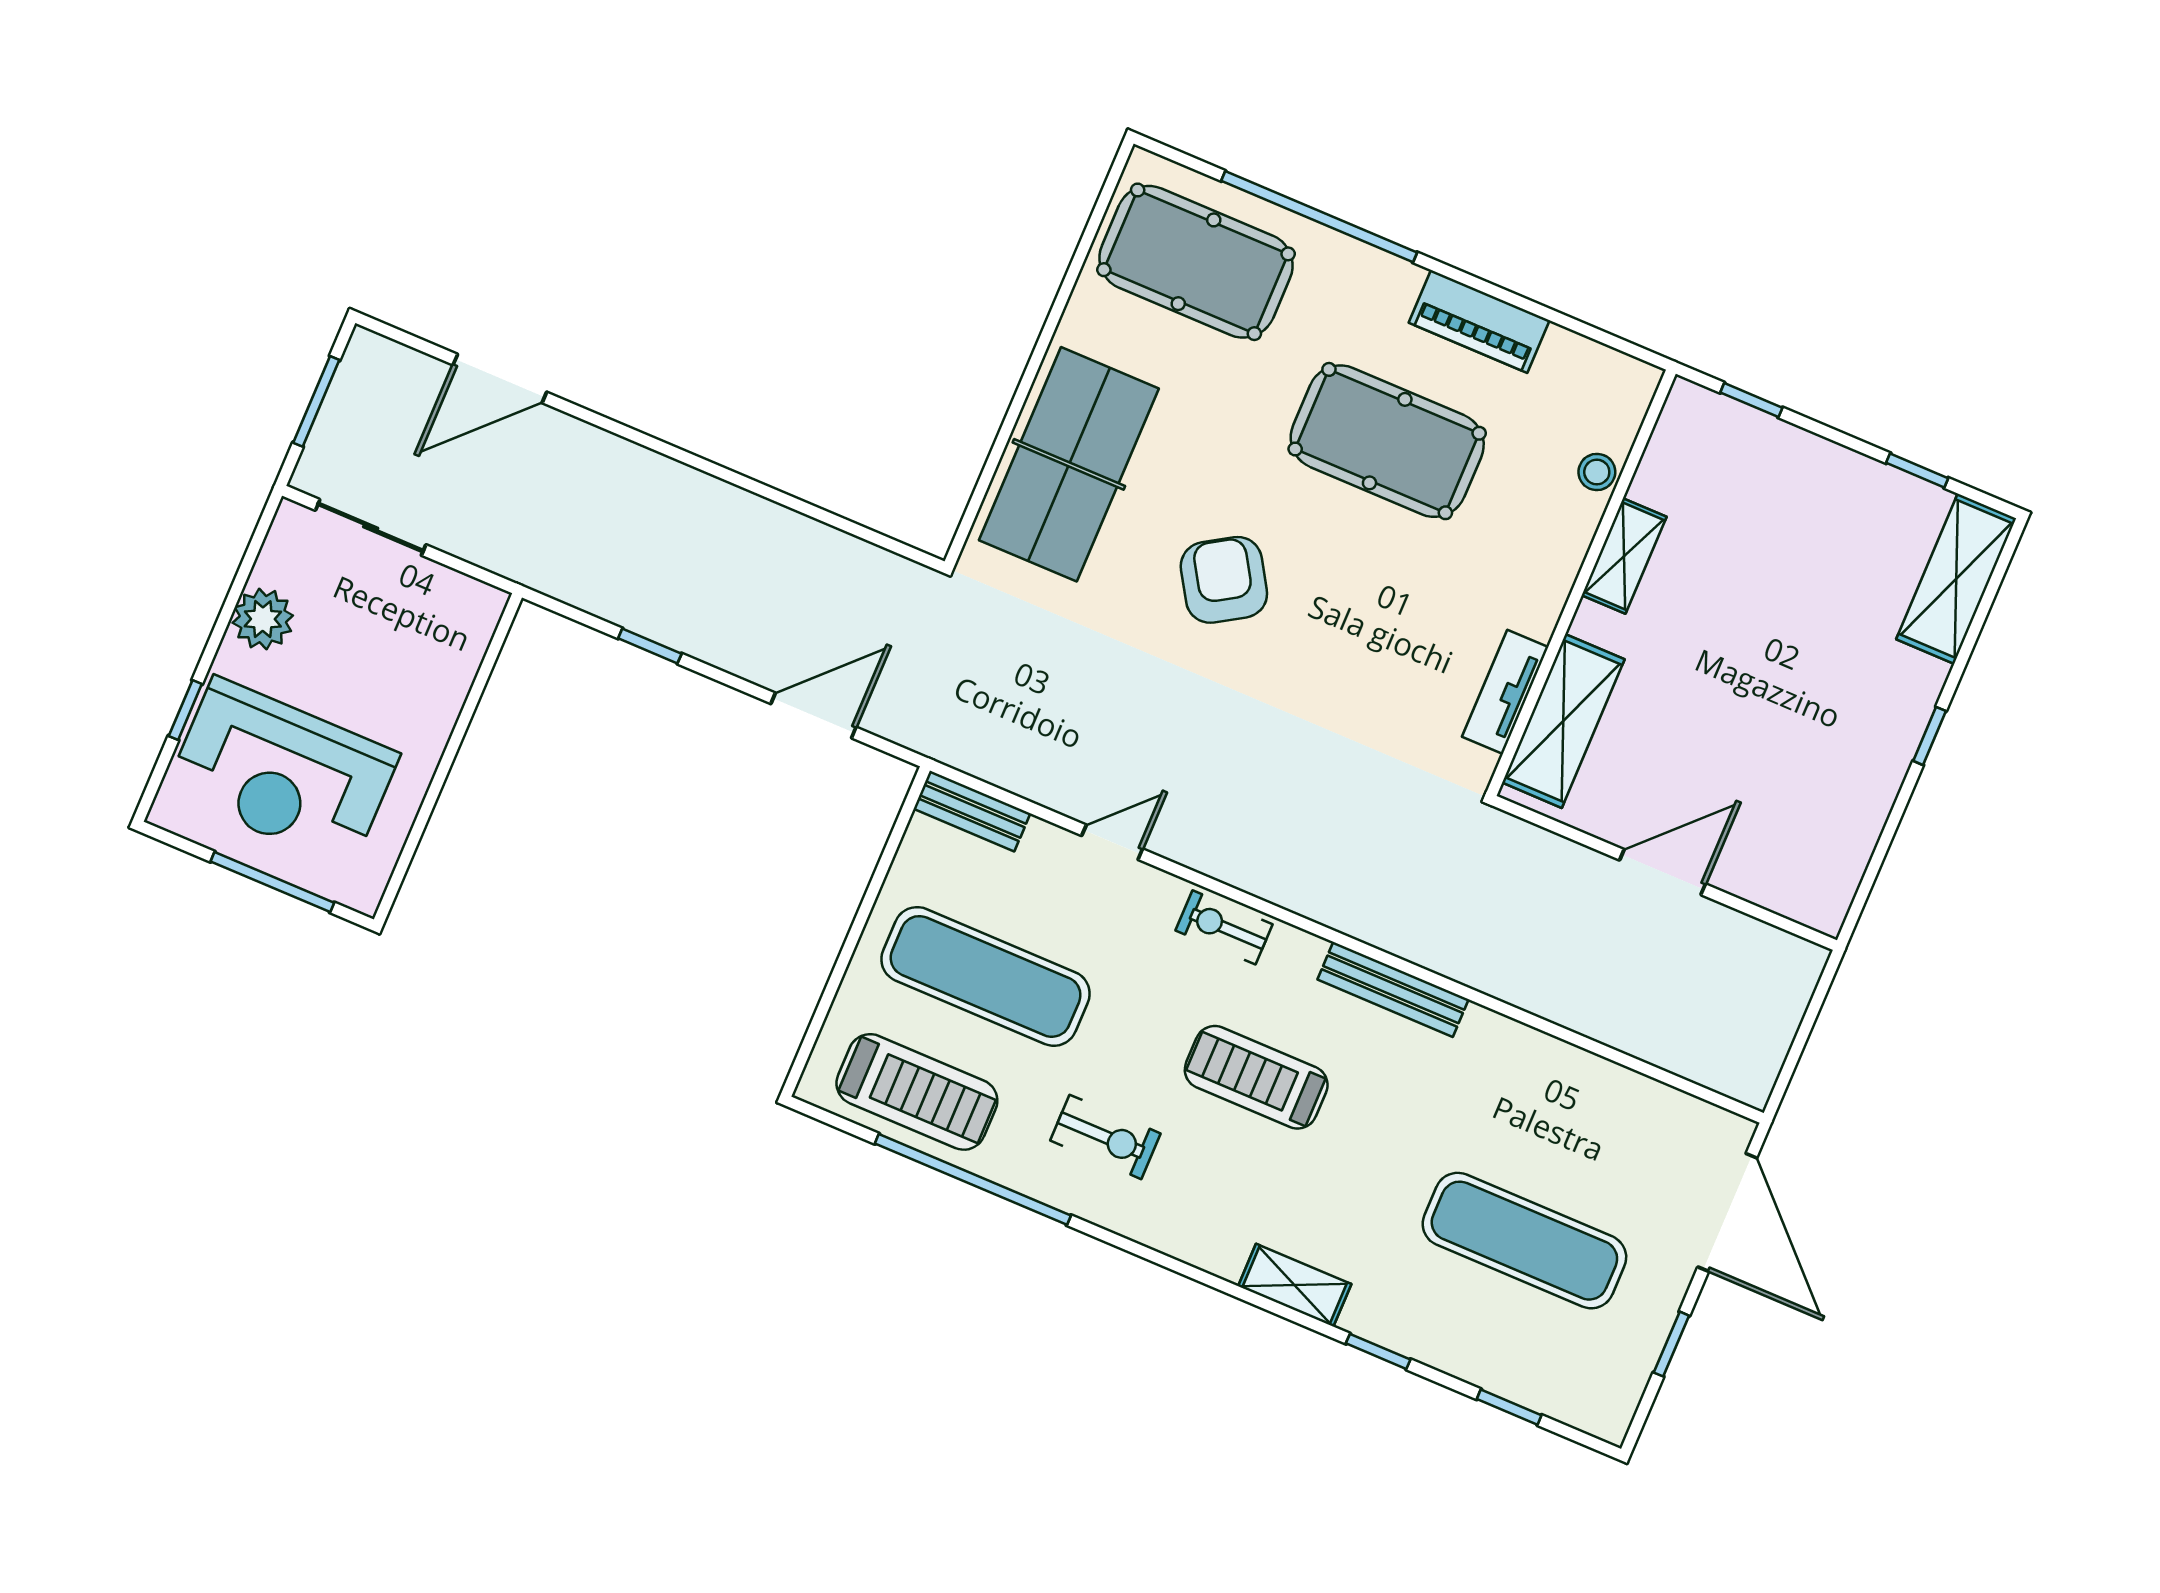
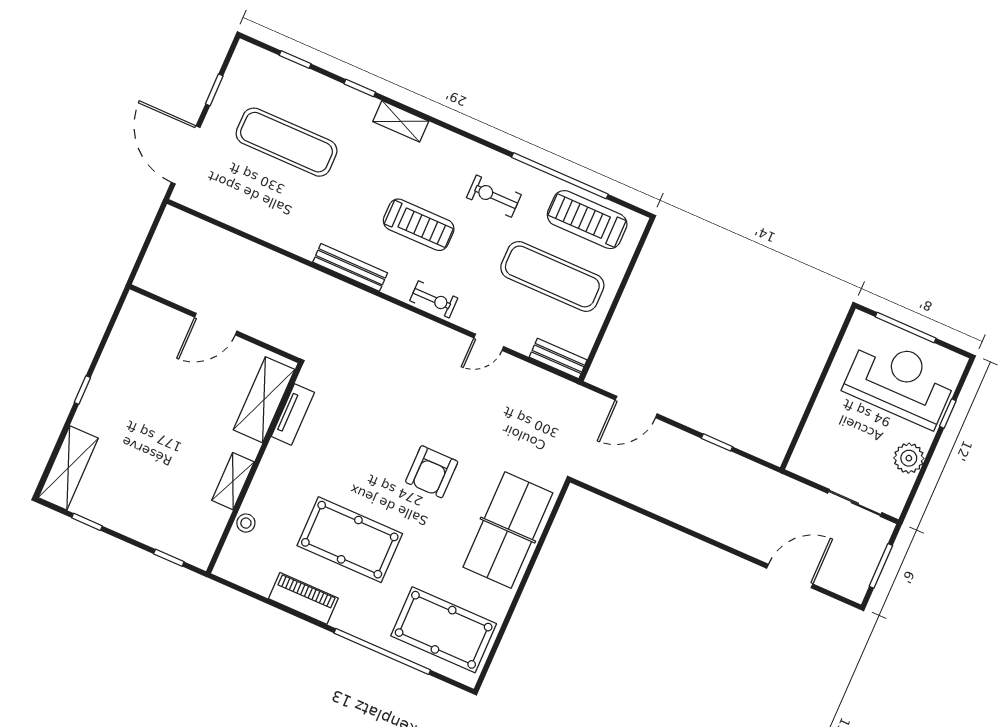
armchair: (1224, 580) -> (432, 472), turned 32

